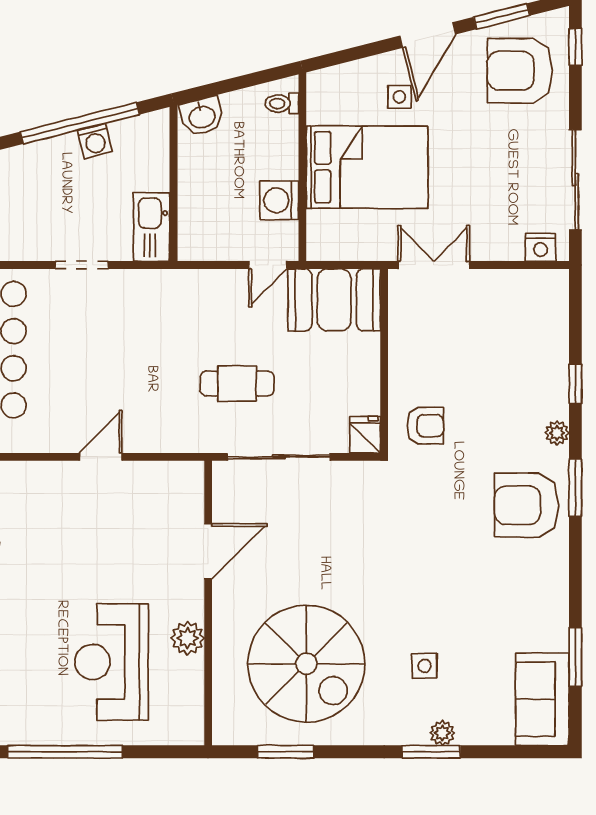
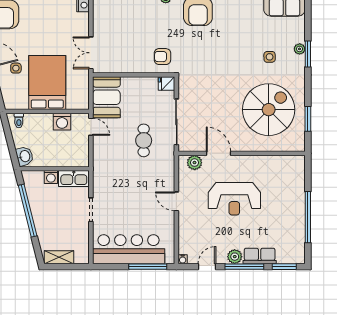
washing machine: (95, 141) -> (51, 177), moved, turned 104
armchair: (425, 426) -> (162, 57), turned -89
plant: (188, 638) -> (195, 163), moved
reception desk: (112, 662) -> (234, 199), moved

